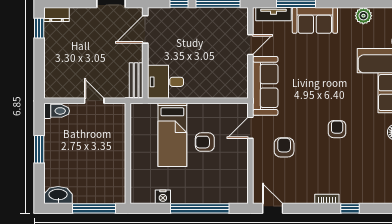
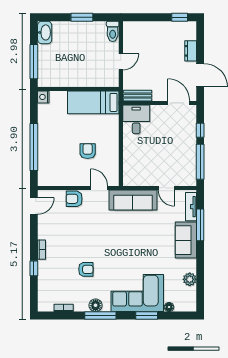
dresser: (57, 15) -> (191, 51), moved
armchair: (337, 129) -> (86, 269), moved
bed: (172, 135) -> (93, 102), moved
armchair: (284, 147) -> (74, 199), moved, turned 180
nightstand: (163, 197) -> (43, 97), moved

